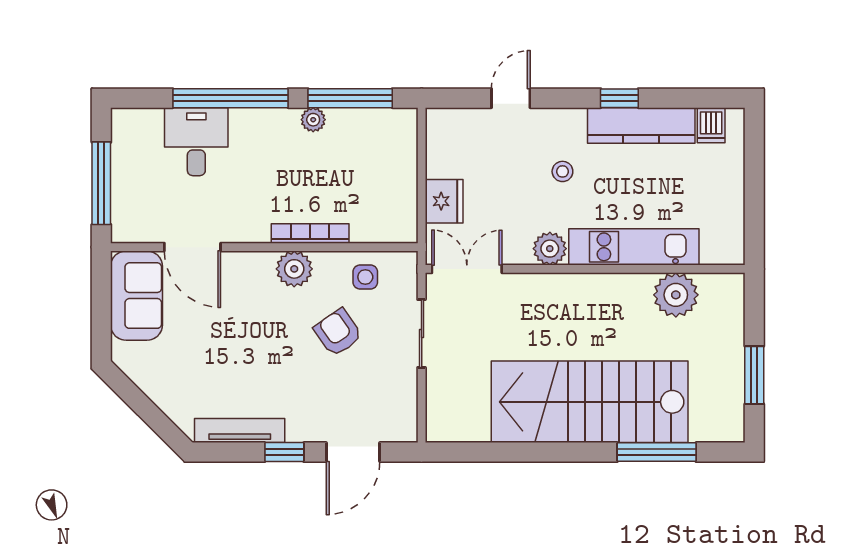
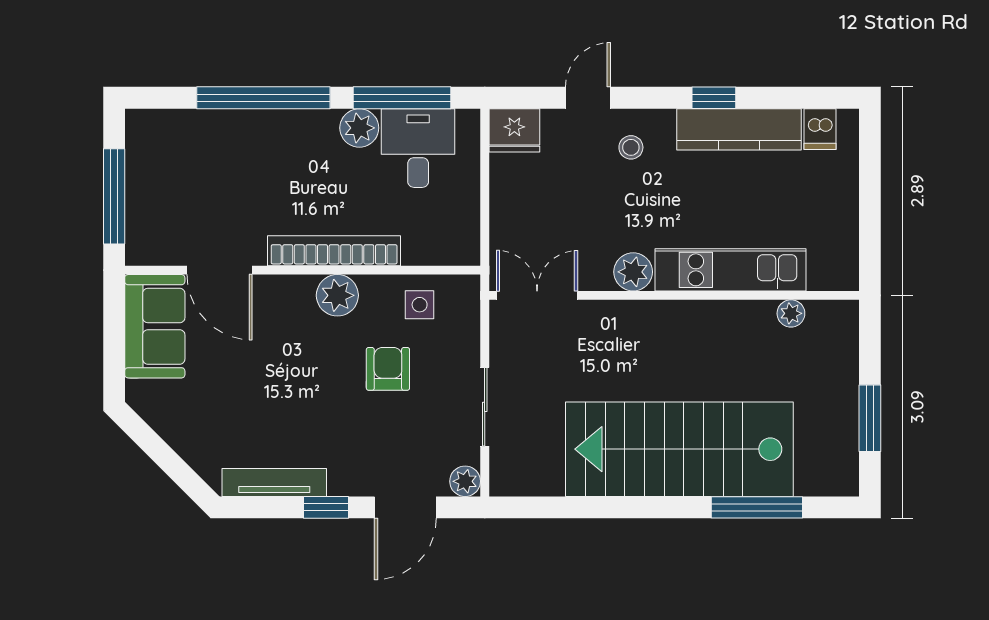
plant: (313, 120) -> (359, 128), width x1.38, depth x1.38
desk: (196, 142) -> (418, 148), moved
stool: (562, 171) -> (631, 147), moved
fridge: (444, 201) -> (514, 130), moved, turned 90
bookcase: (310, 233) -> (334, 251), width x1.48, depth x1.31
plant: (676, 295) -> (791, 313), width x0.53, depth x0.53
armchair: (338, 332) -> (388, 369), turned 35
sliding door: (422, 334) -> (485, 407), moved
plant: (405, 430) -> (465, 481), added

